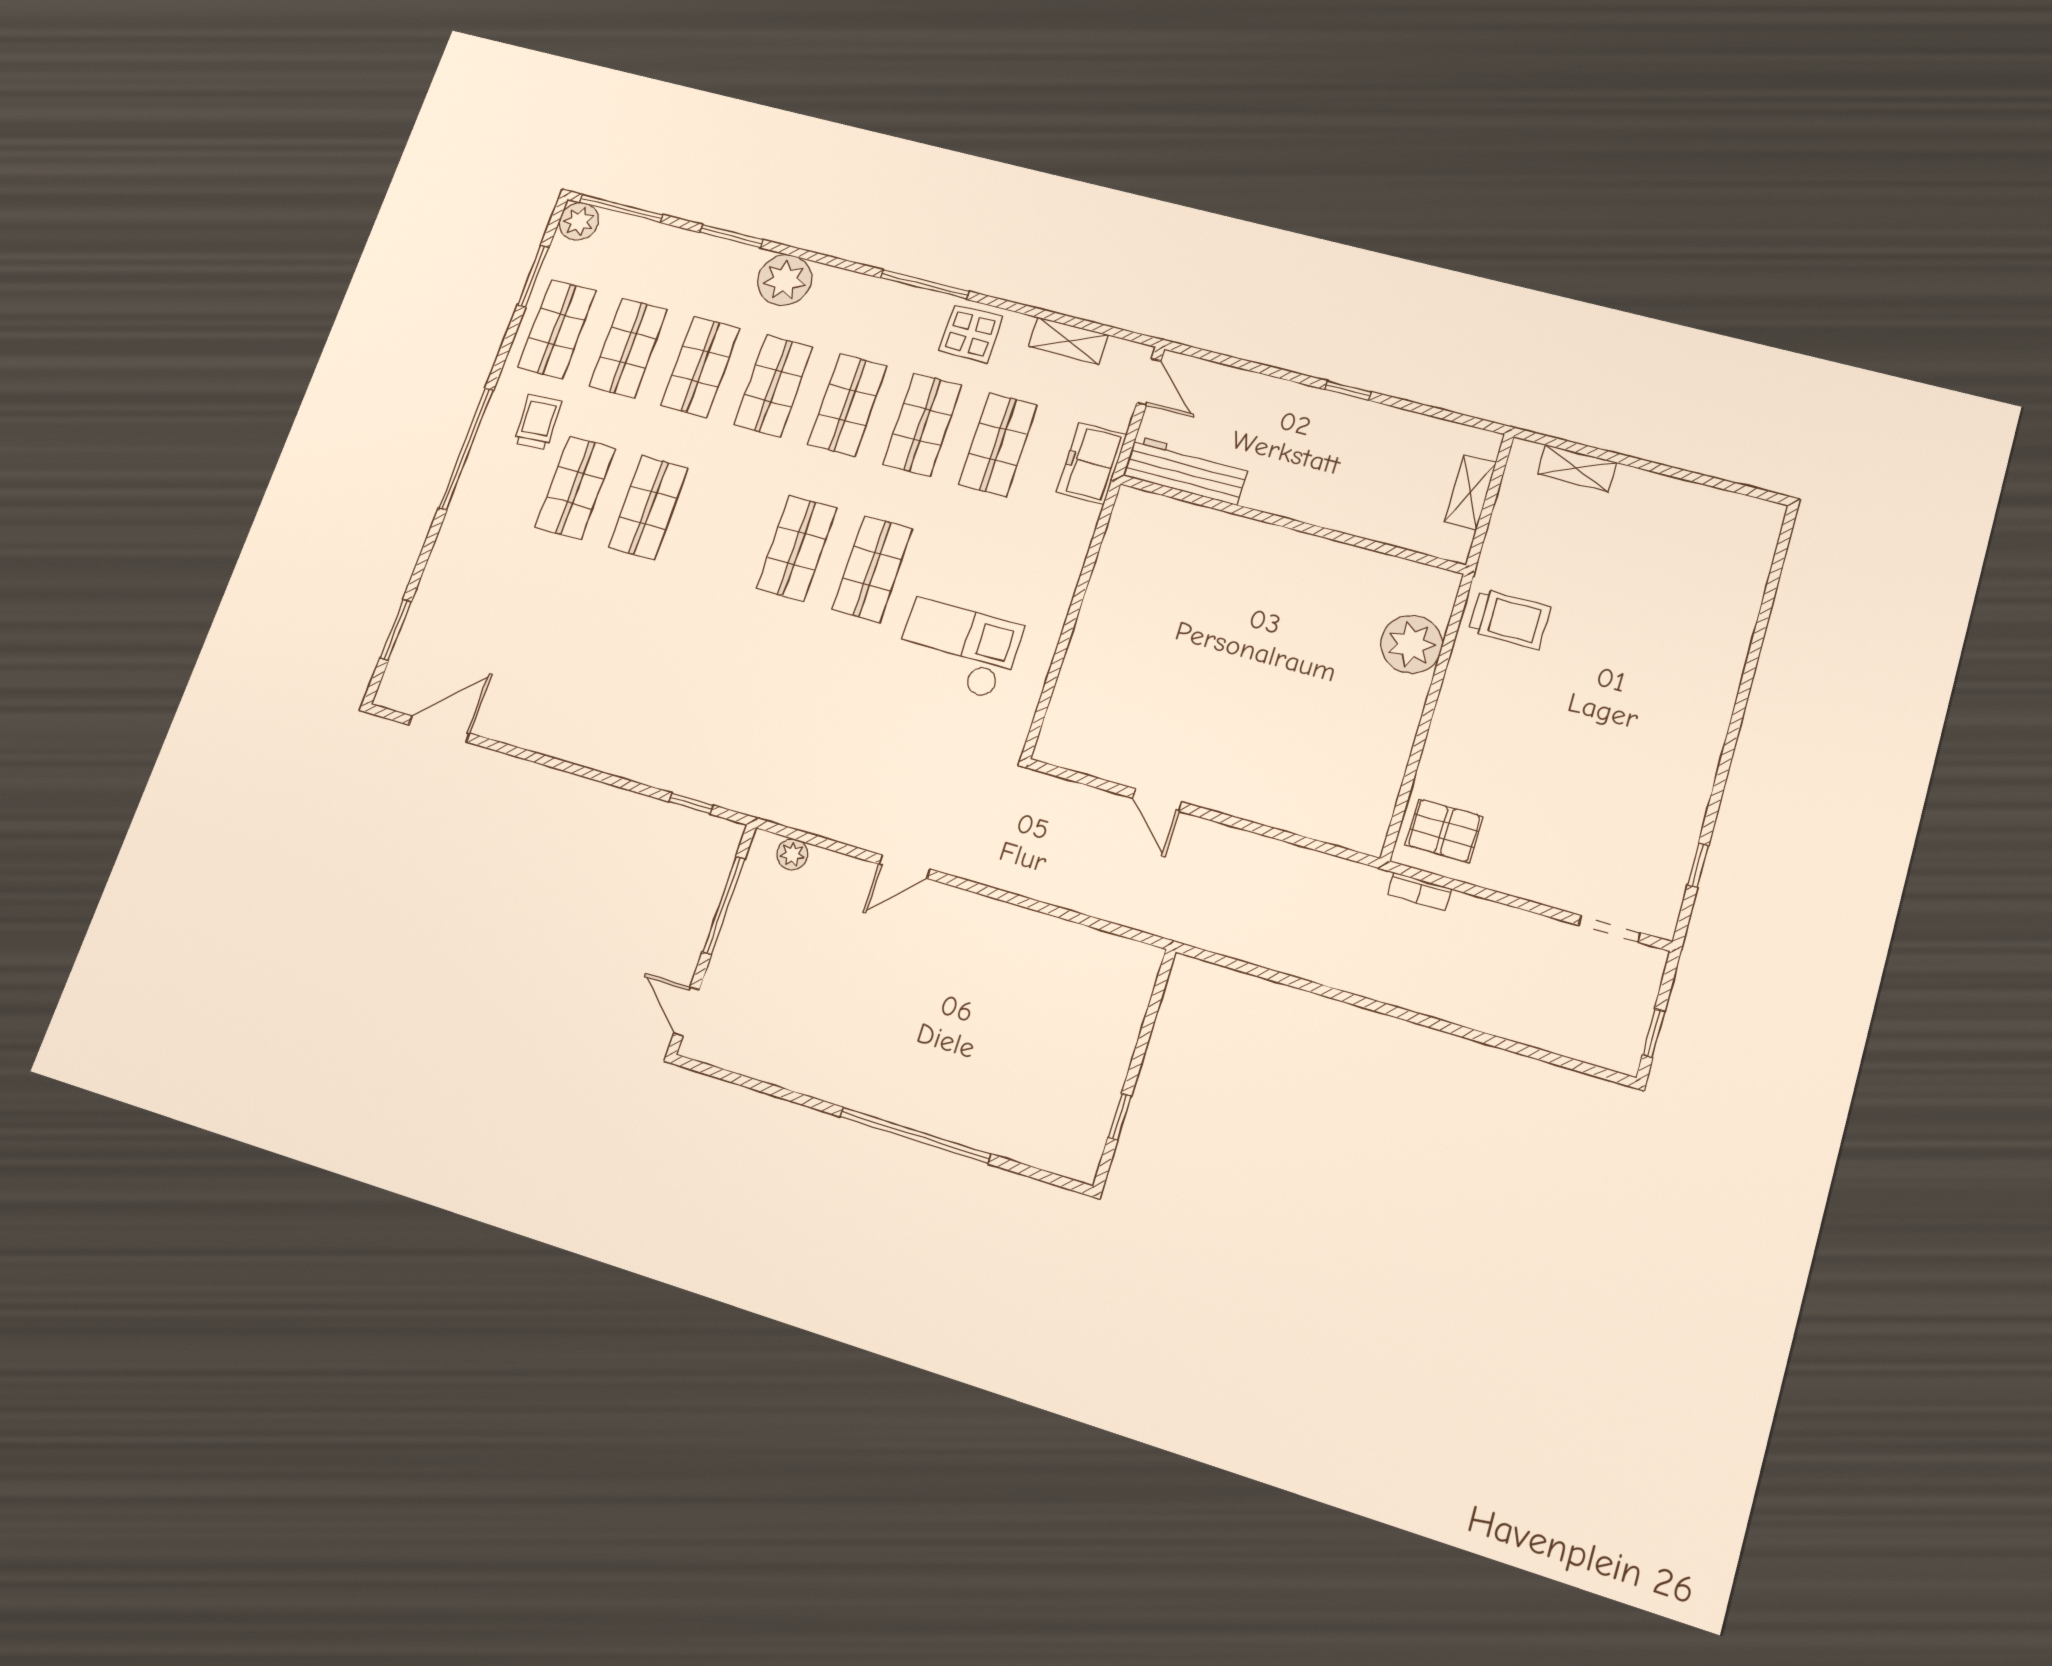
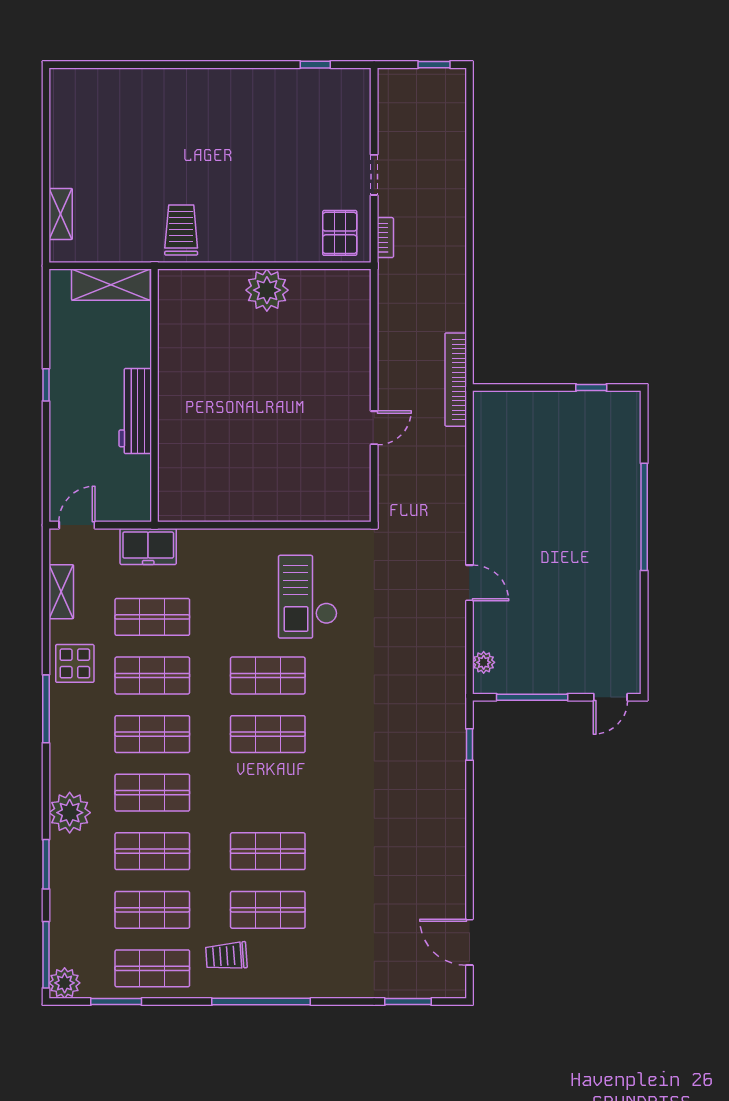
workbench: (1186, 470) -> (135, 411), moved
shelving: (1470, 492) -> (111, 285), width x1.50, depth x1.33
plant: (1411, 644) -> (267, 290), moved
doorway: (1610, 929) -> (374, 175), moved
bookcase: (1190, 930) -> (456, 380), added

